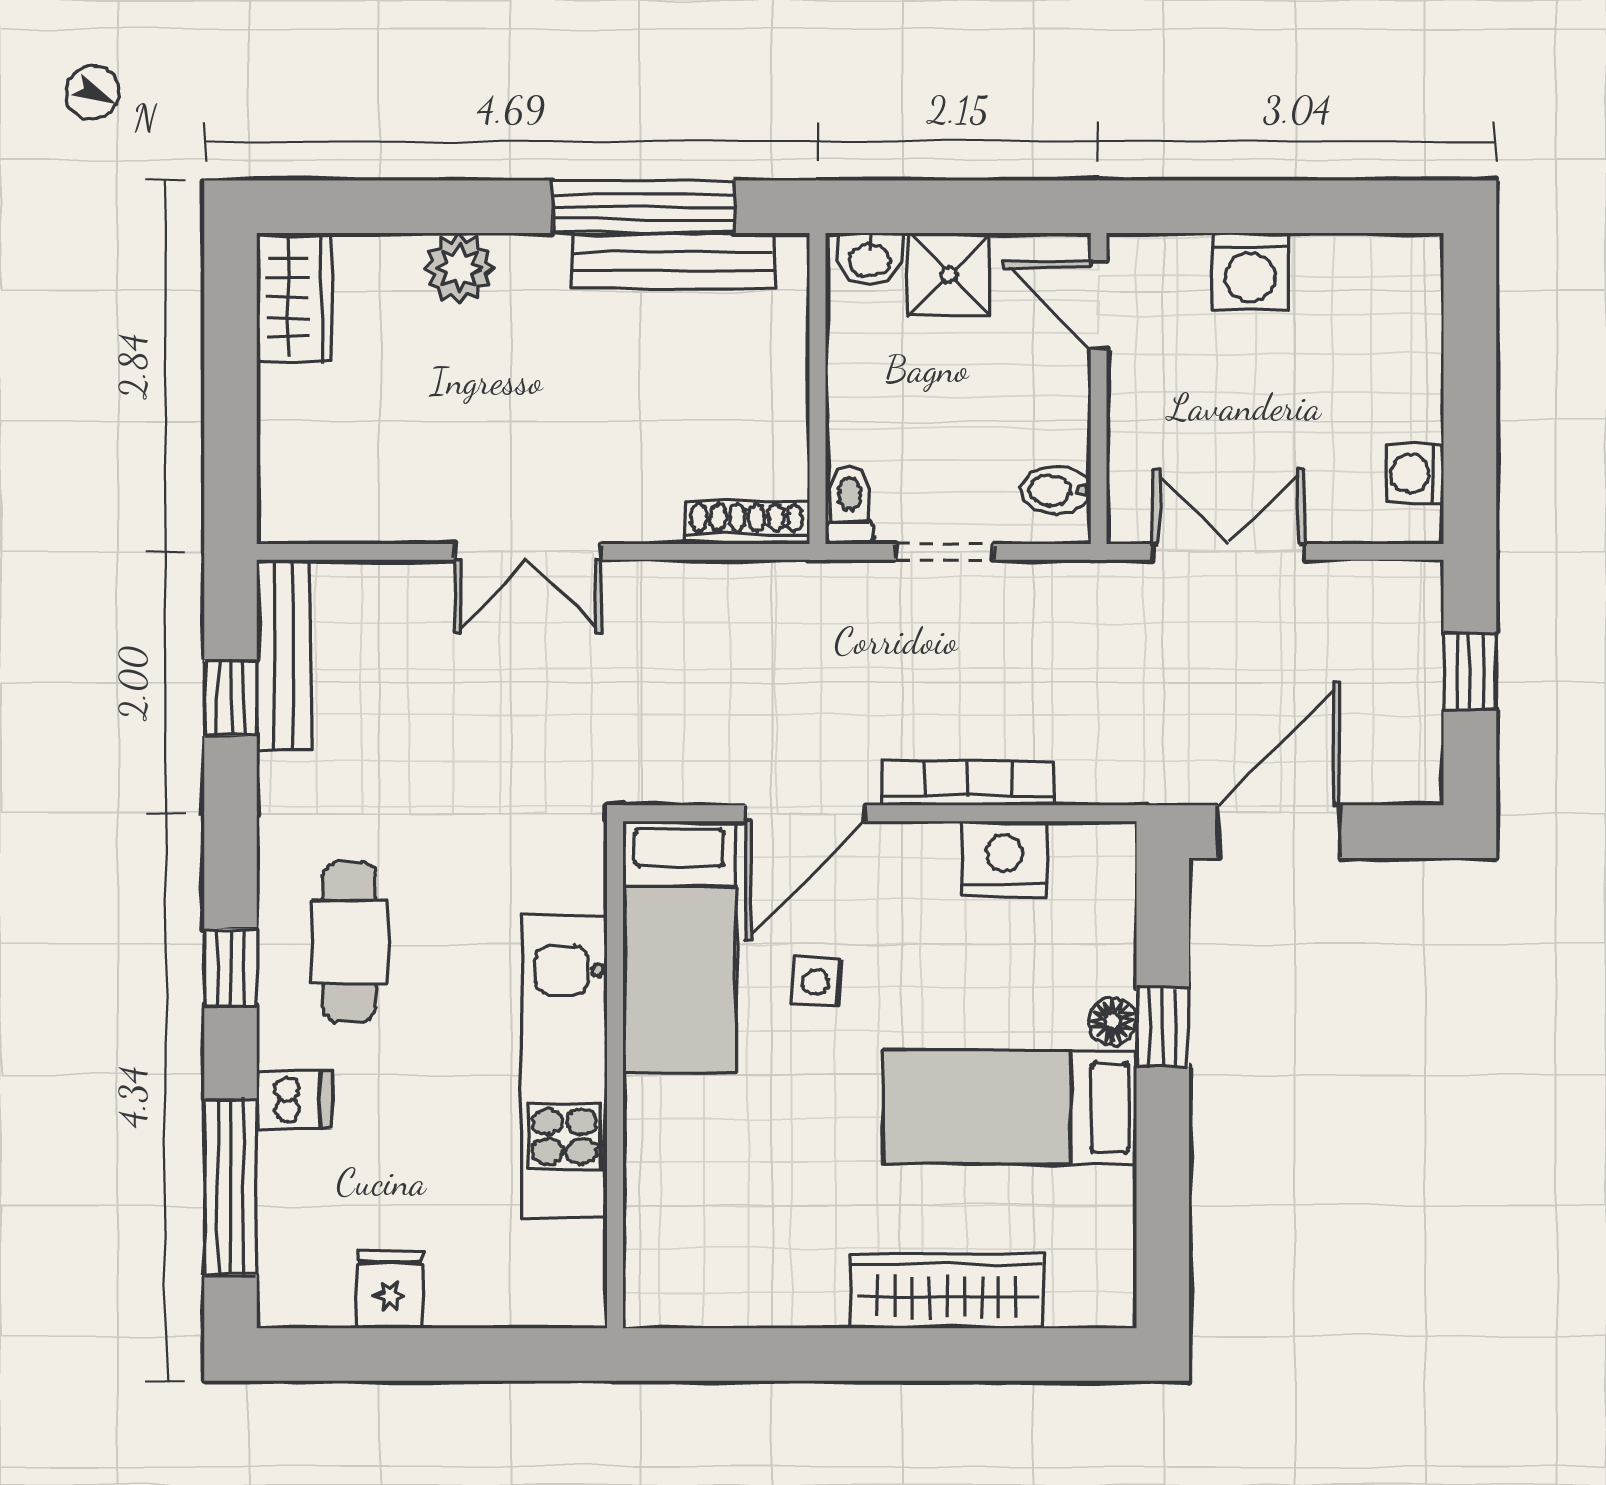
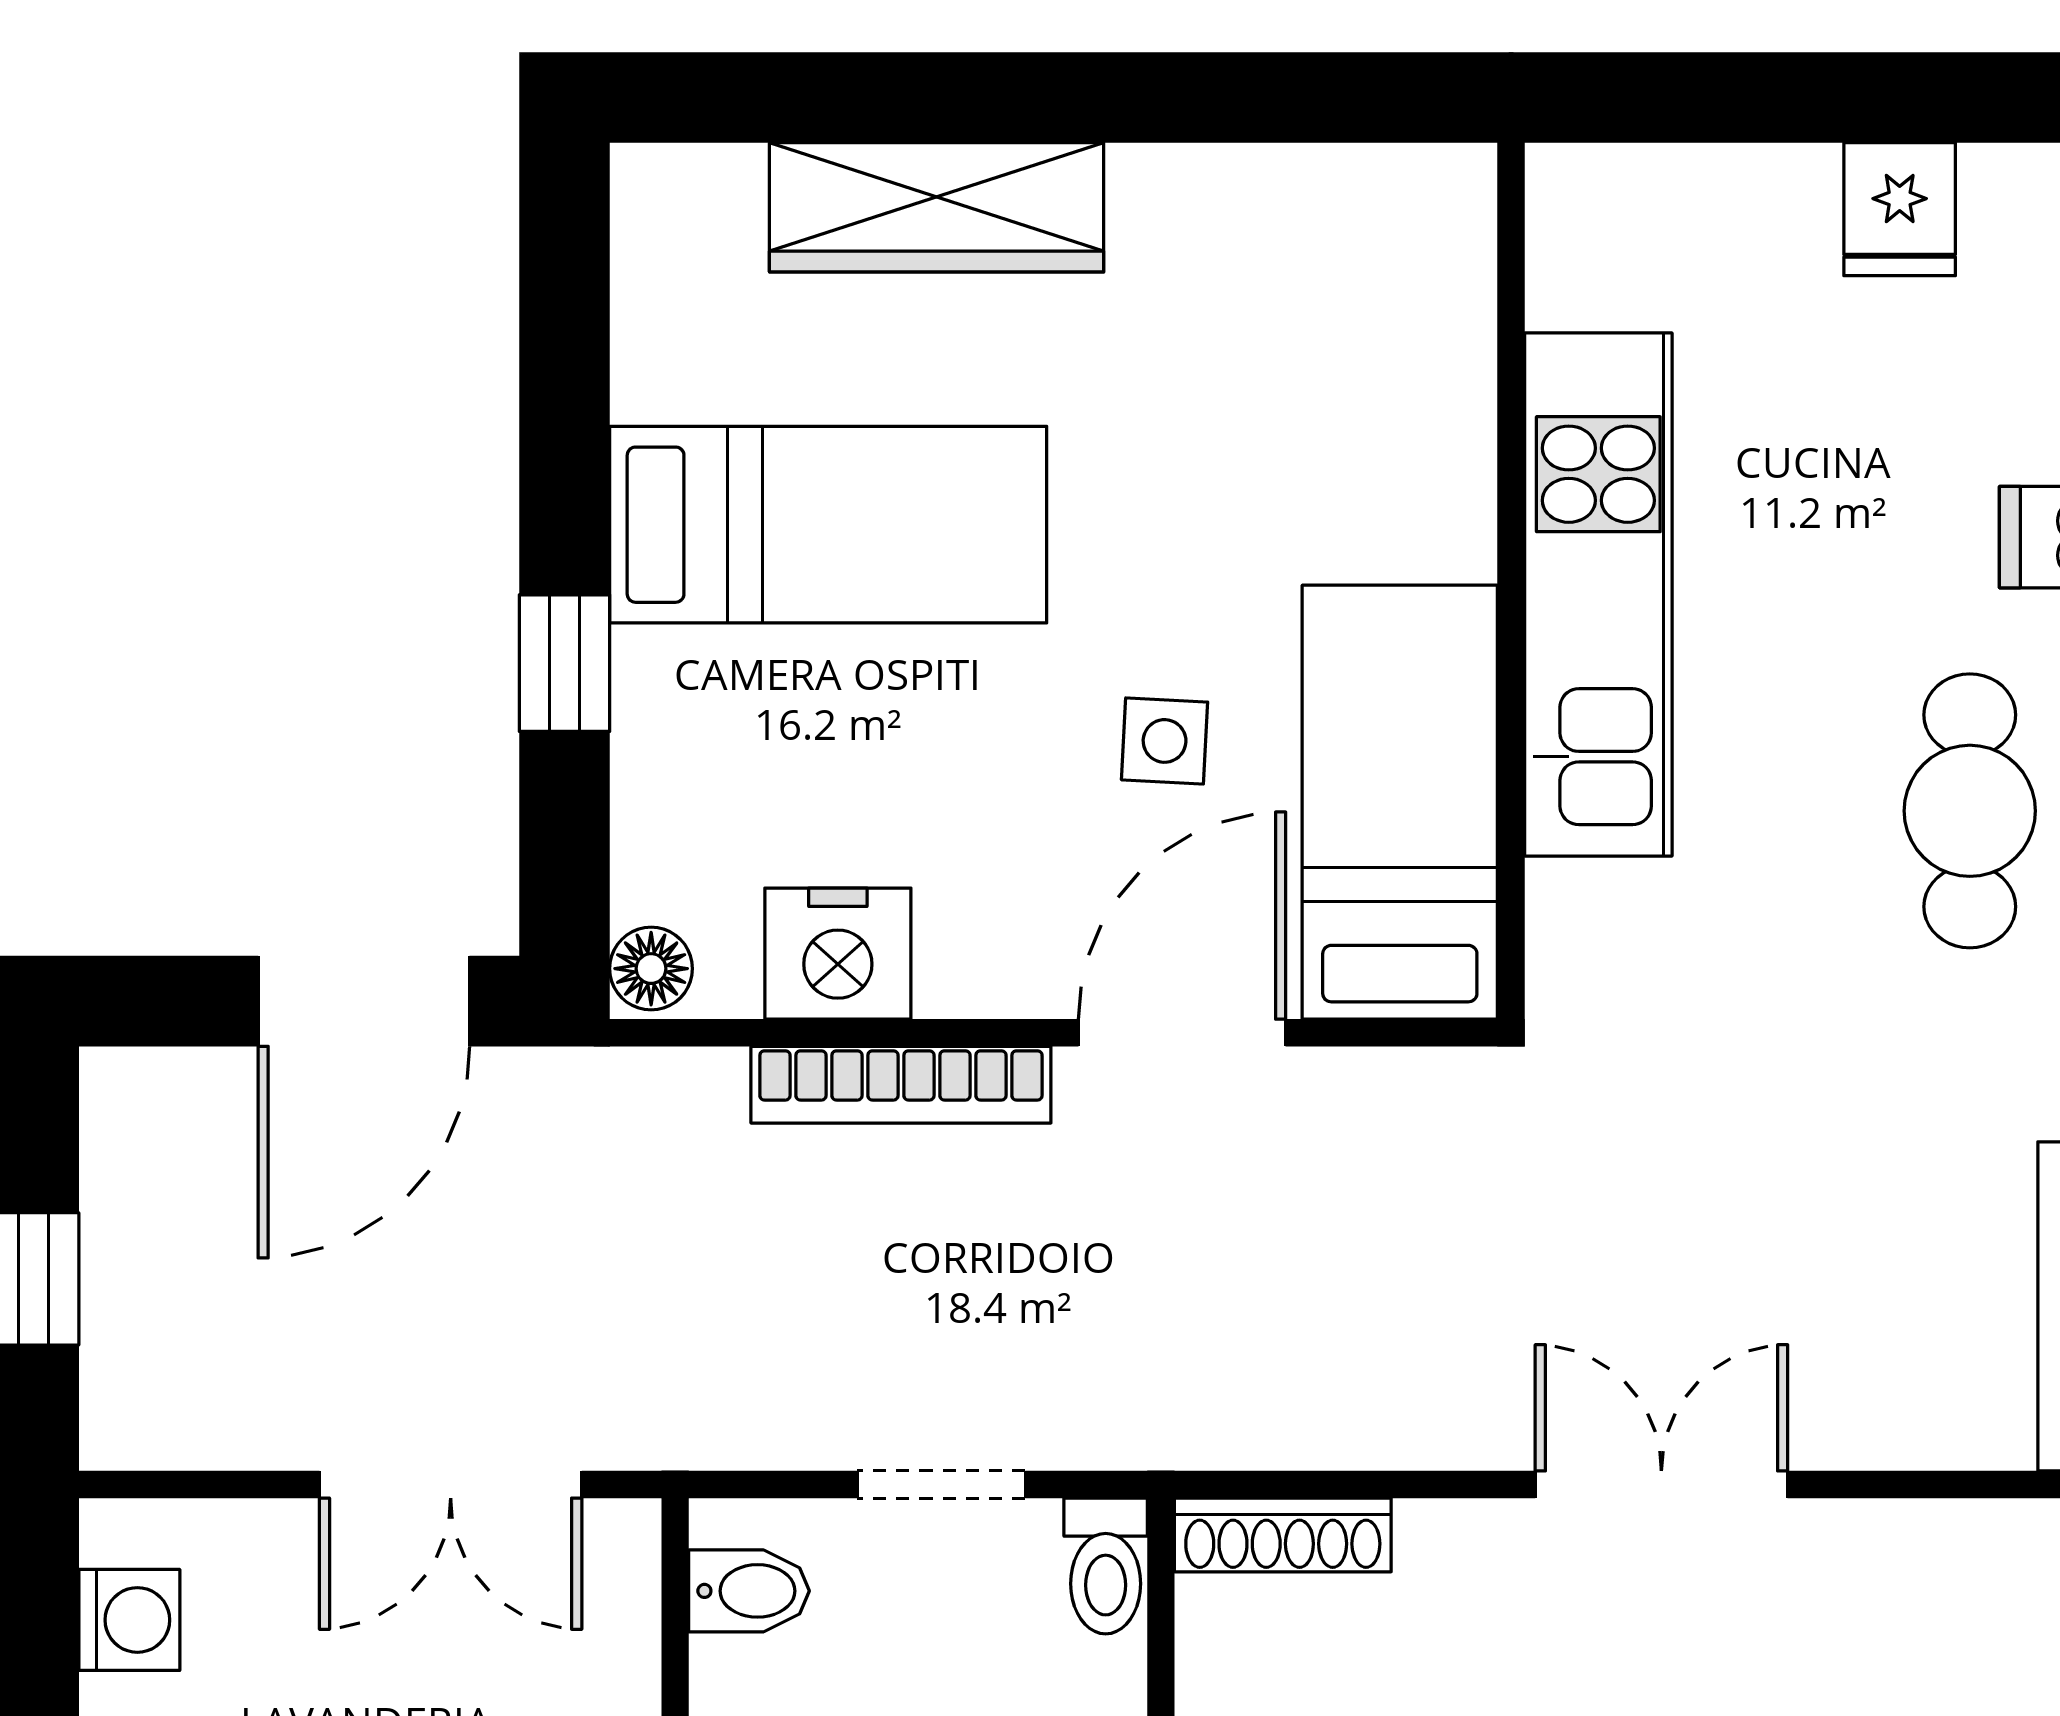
floor lamp: (1113, 1021) -> (651, 969), moved

